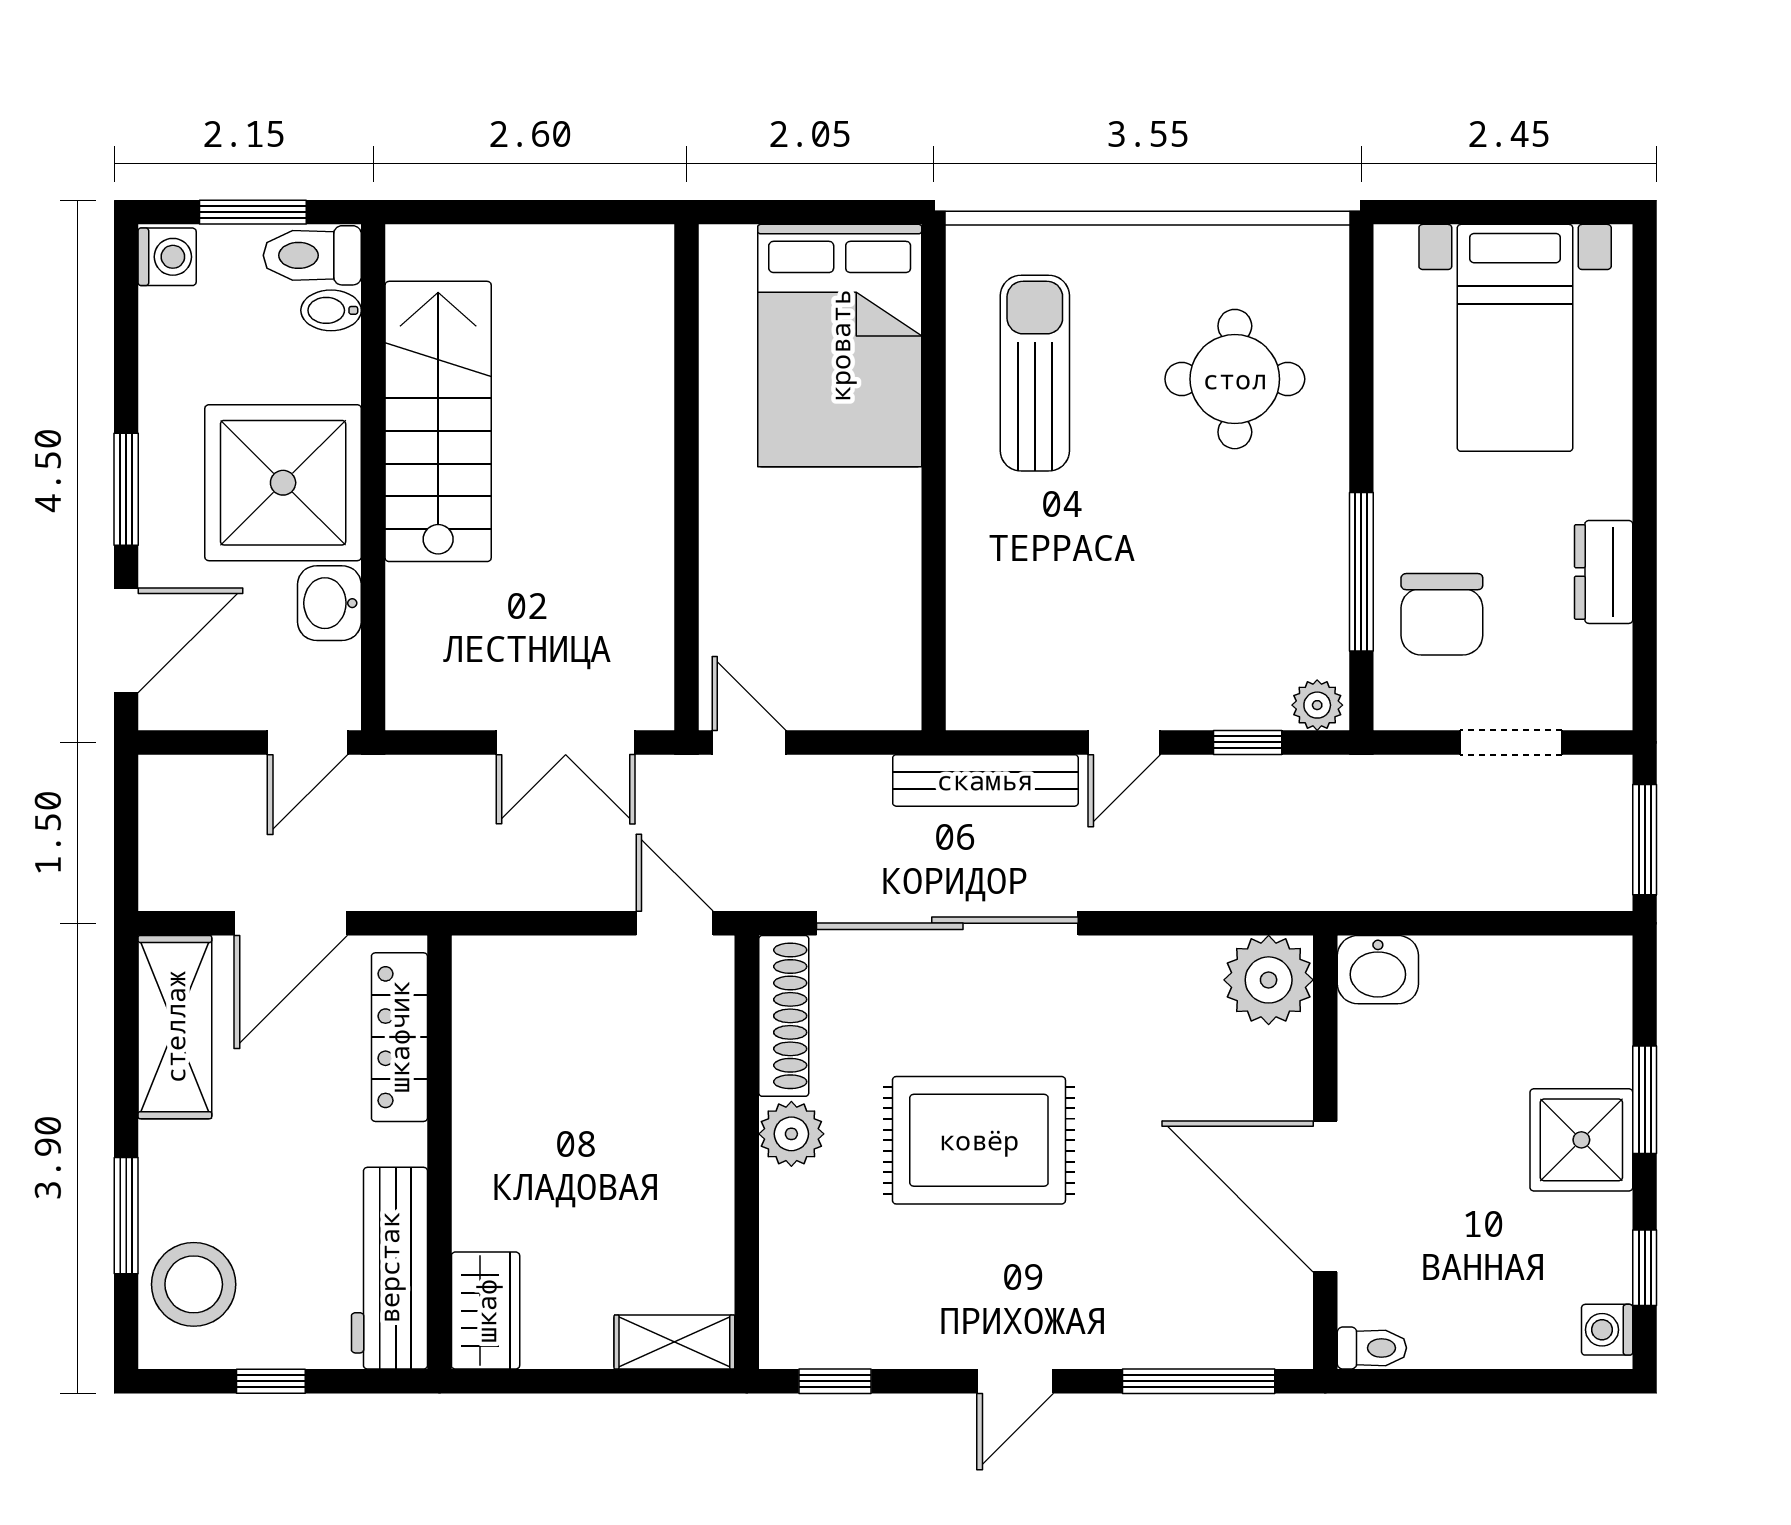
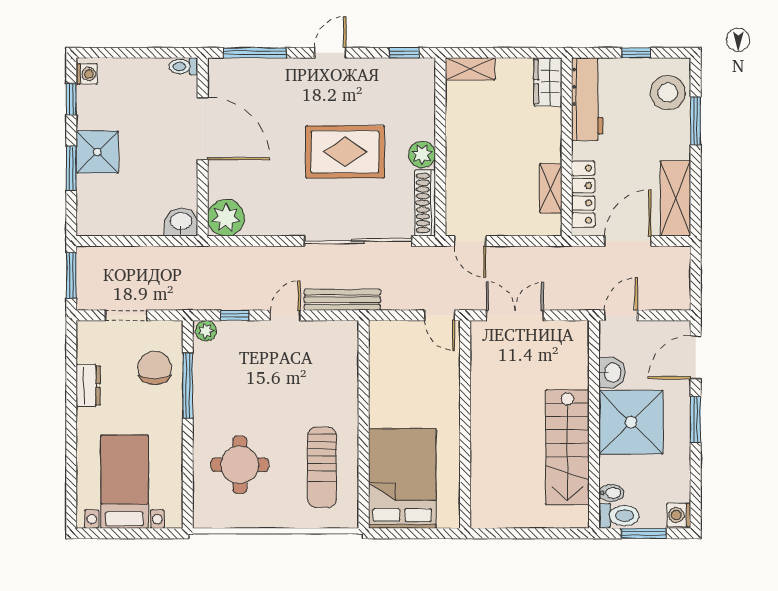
shelving: (479, 1051) -> (551, 188), added

